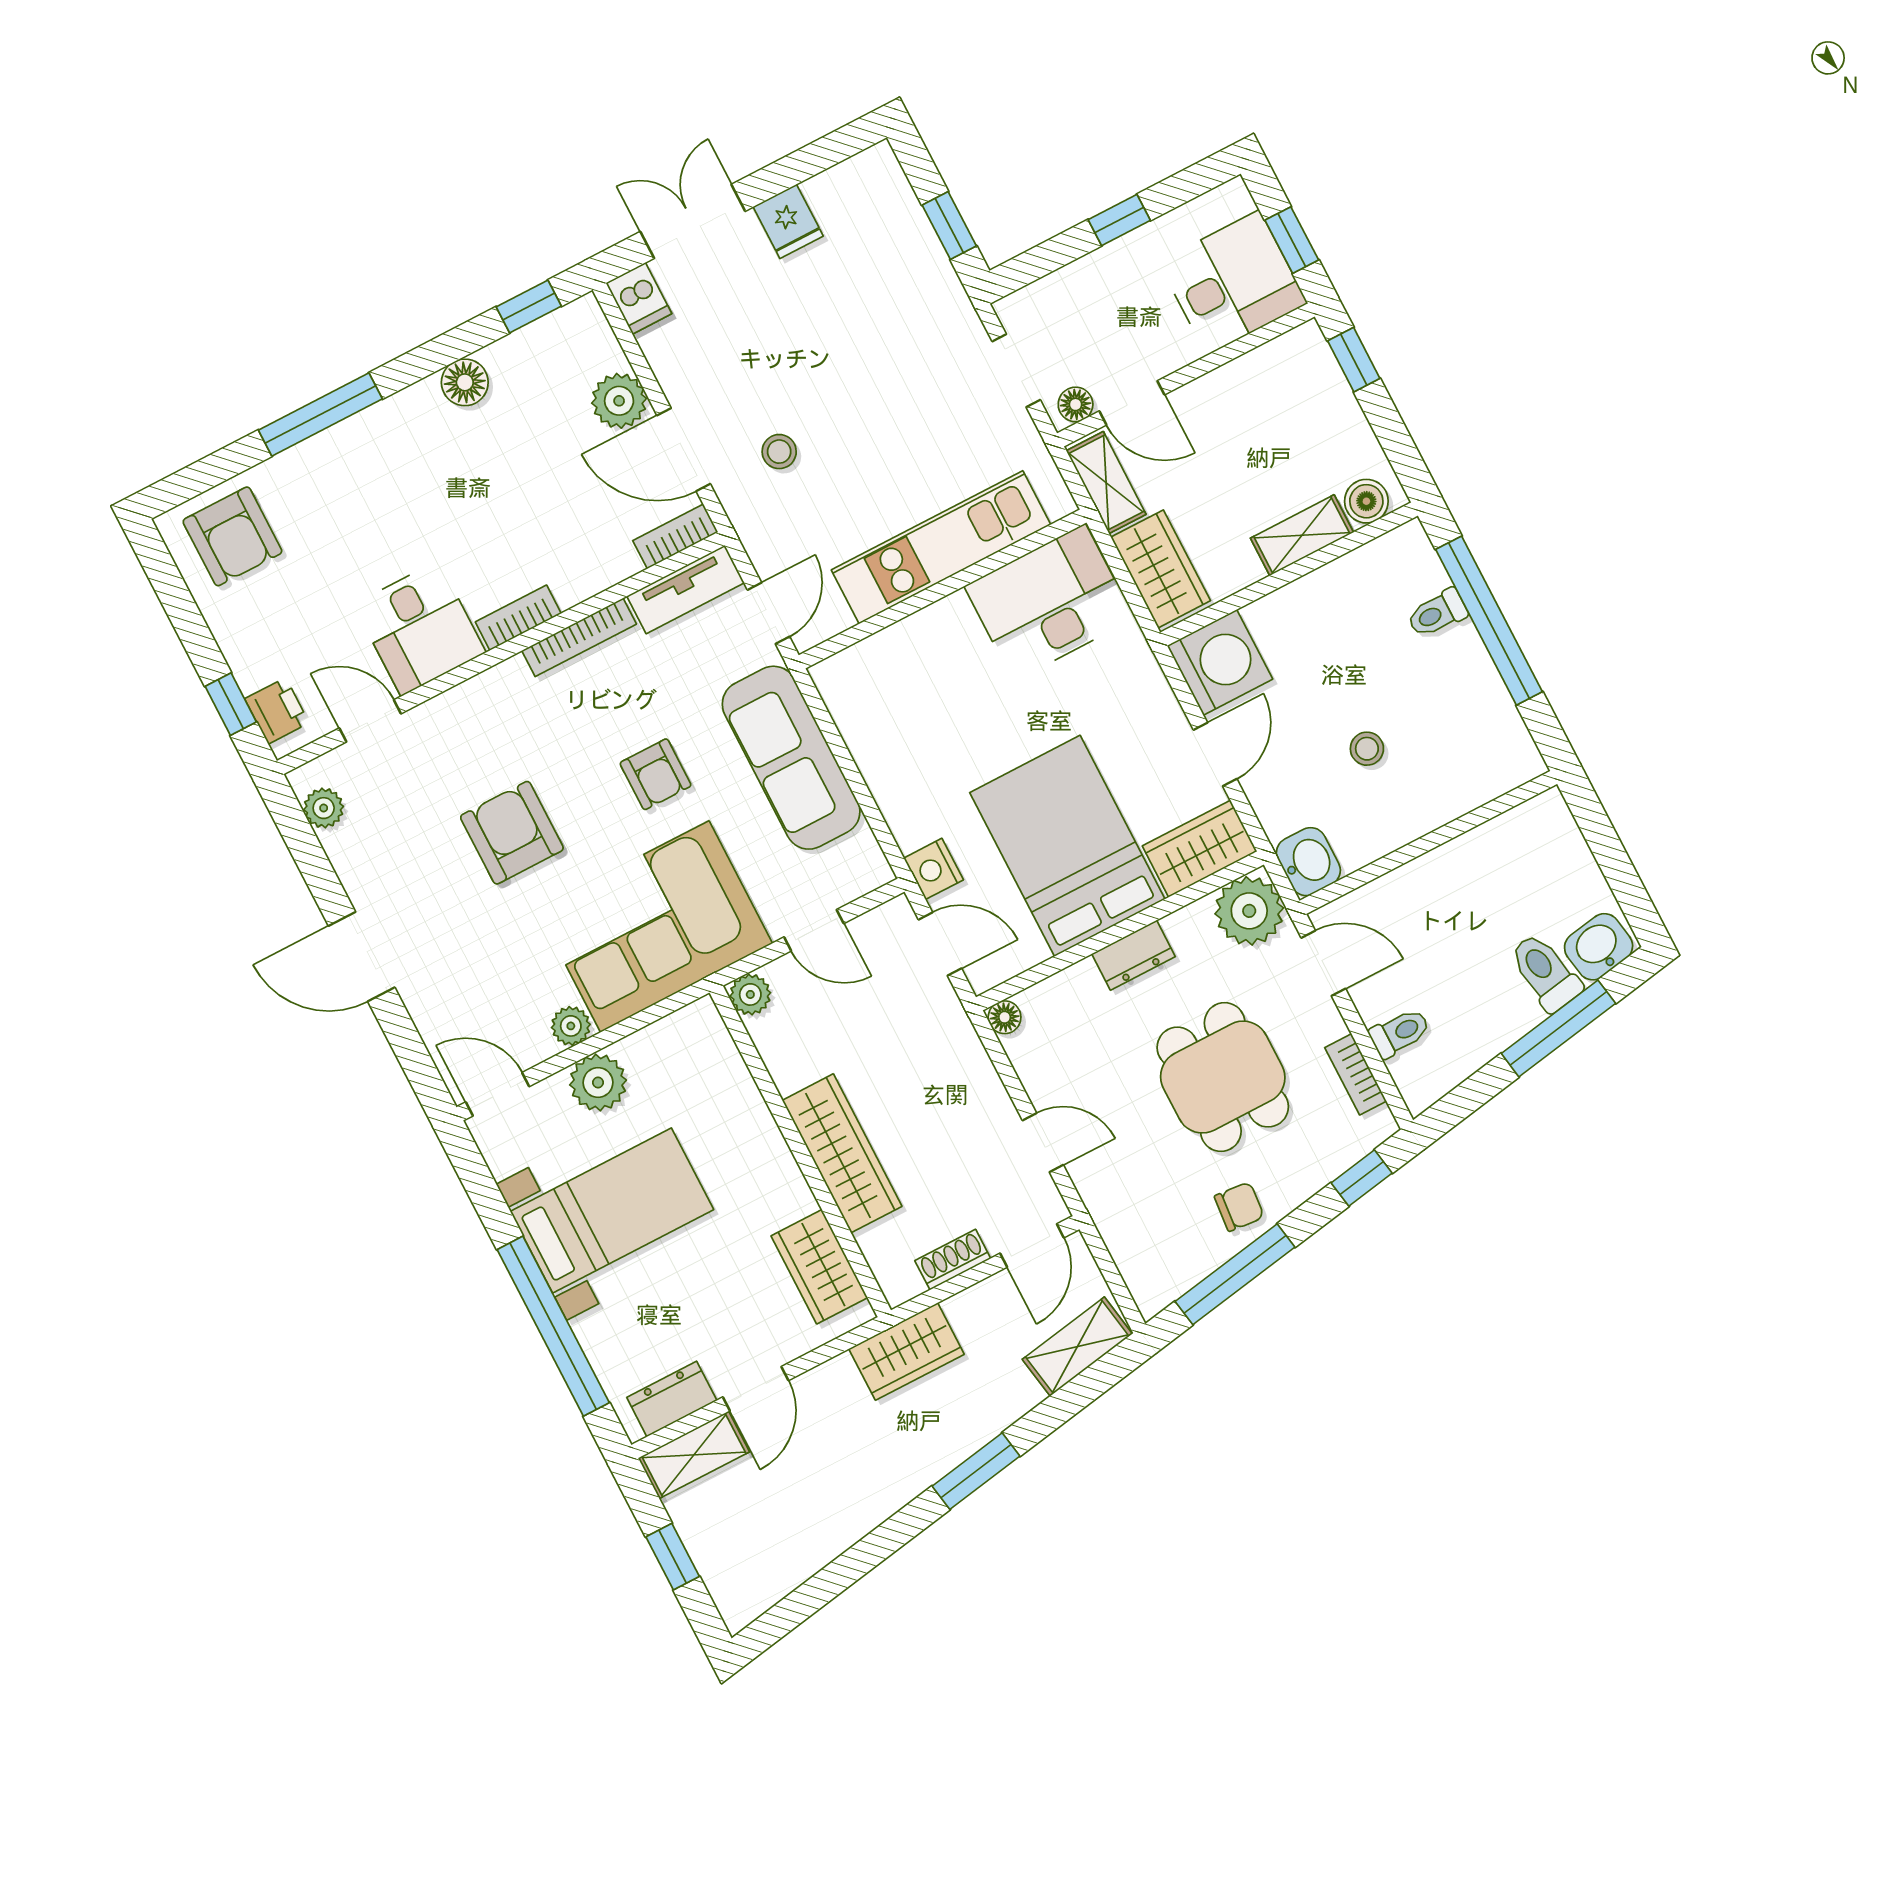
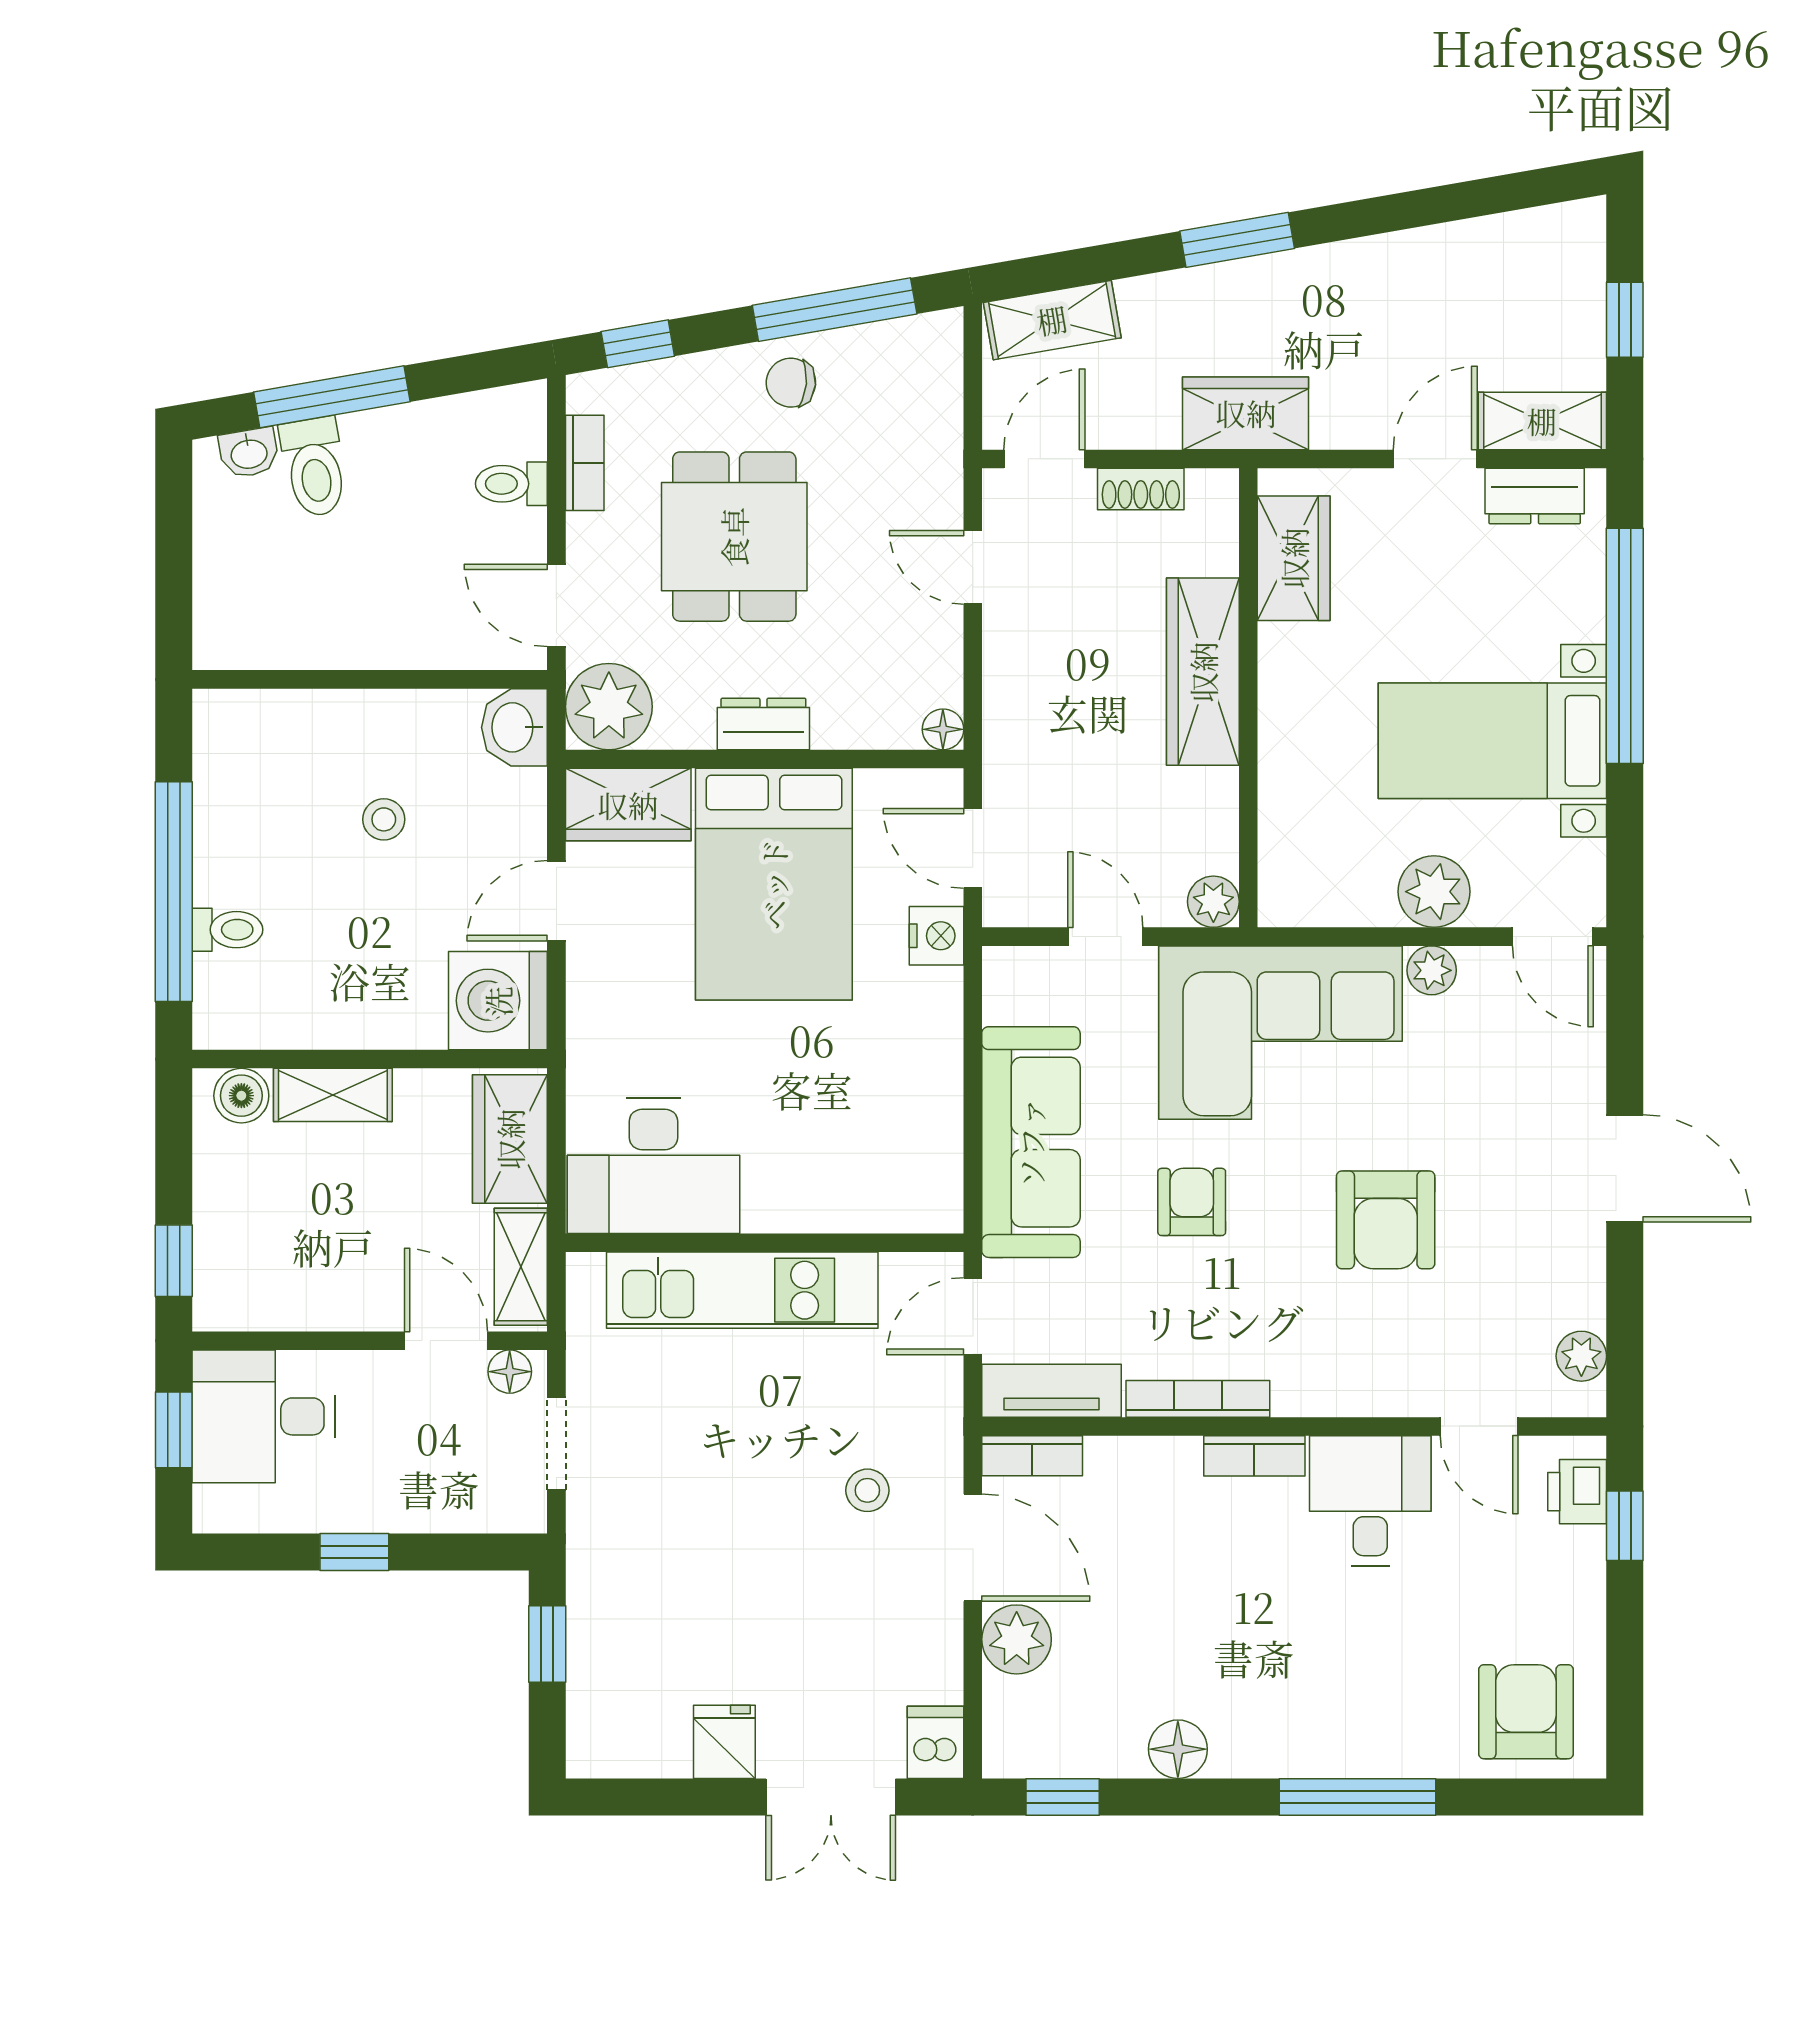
washbasin: (1599, 947) -> (249, 453), width x0.72, depth x0.69

